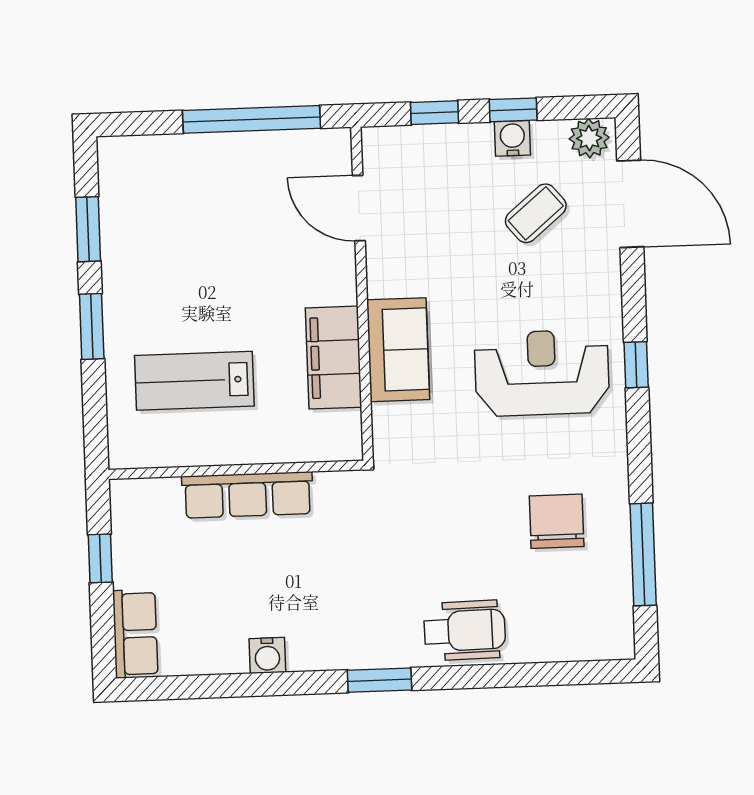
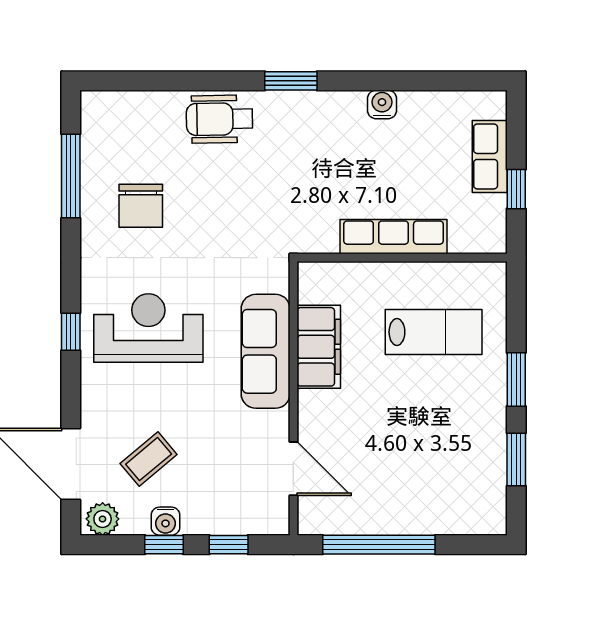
sofa: (398, 350) -> (266, 351), width x1.36
reception desk: (542, 373) -> (148, 328), turned 180
row of seats: (135, 634) -> (490, 156), moved

